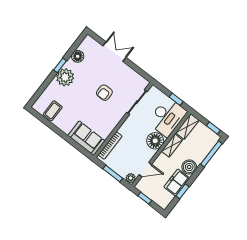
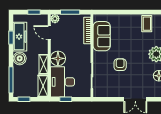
sofa: (87, 138) -> (102, 36), moved, turned -90
door: (145, 169) -> (49, 33), hinge flipped
freezer: (177, 182) -> (20, 37), width x1.40

